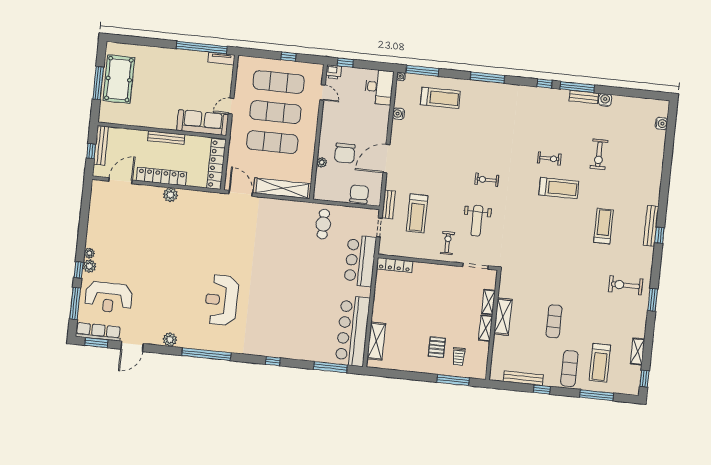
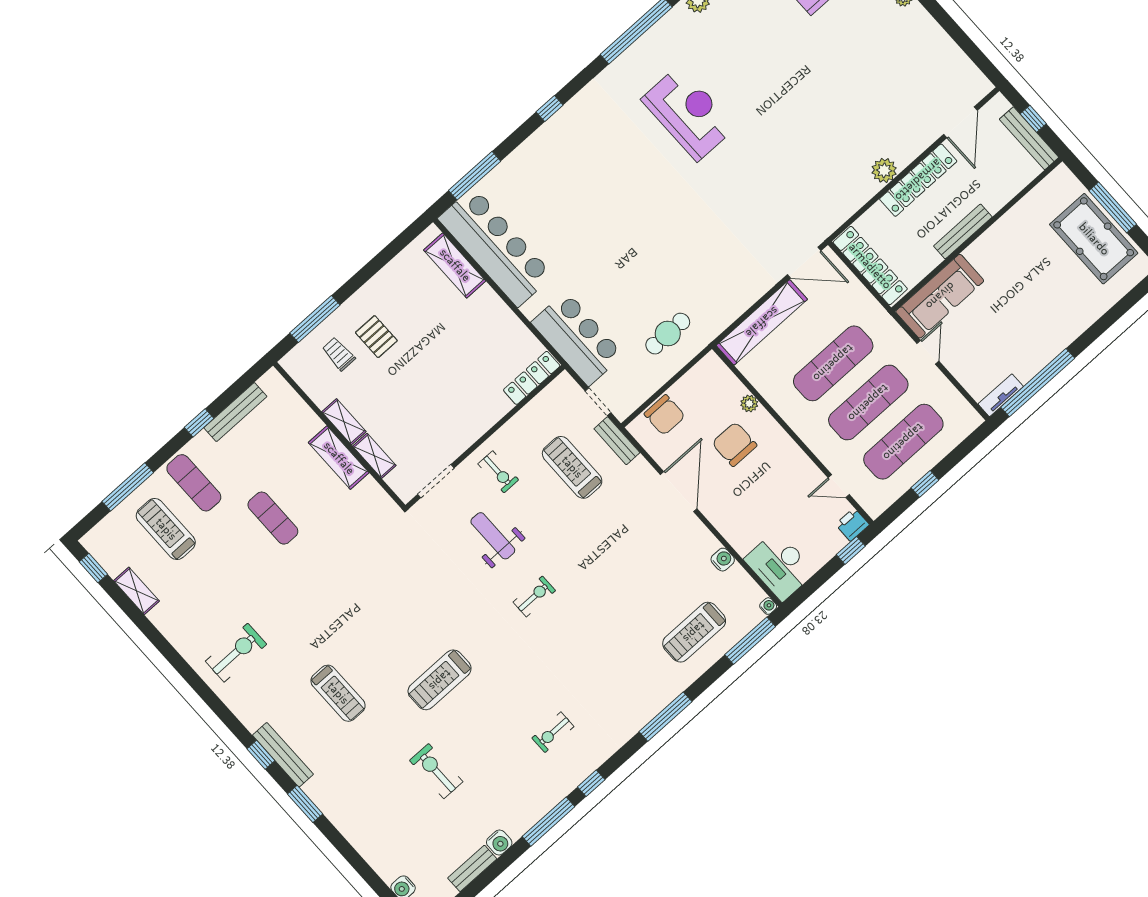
bench: (584, 97) -> (472, 868), moved
exercise bike: (549, 158) -> (553, 732), moved
cafe table: (323, 224) -> (668, 334), turned 90
window: (653, 300) -> (305, 804), moved

